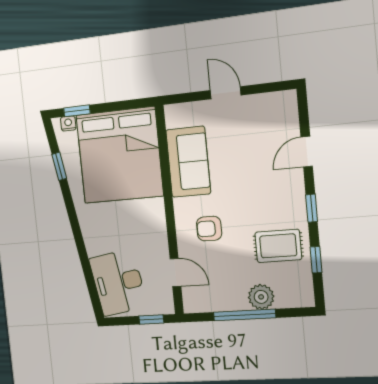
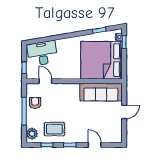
sofa: (188, 162) -> (101, 92), width x1.36
armchair: (209, 229) -> (35, 103), moved
rug: (278, 246) -> (54, 129), turned 90
door: (175, 273) -> (45, 81), swing flipped
plant: (261, 297) -> (32, 134), moved

